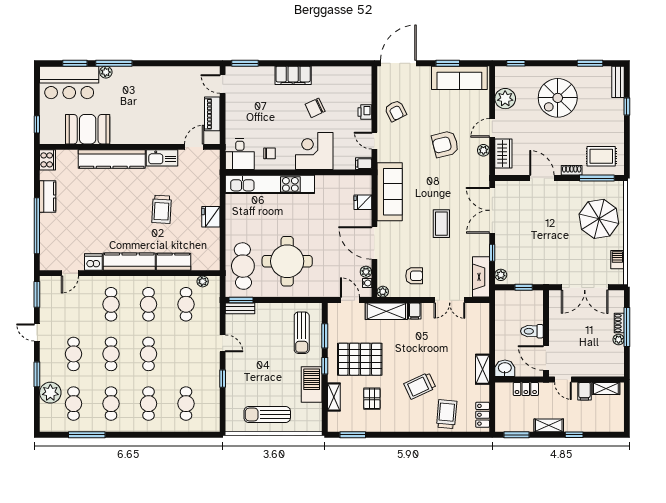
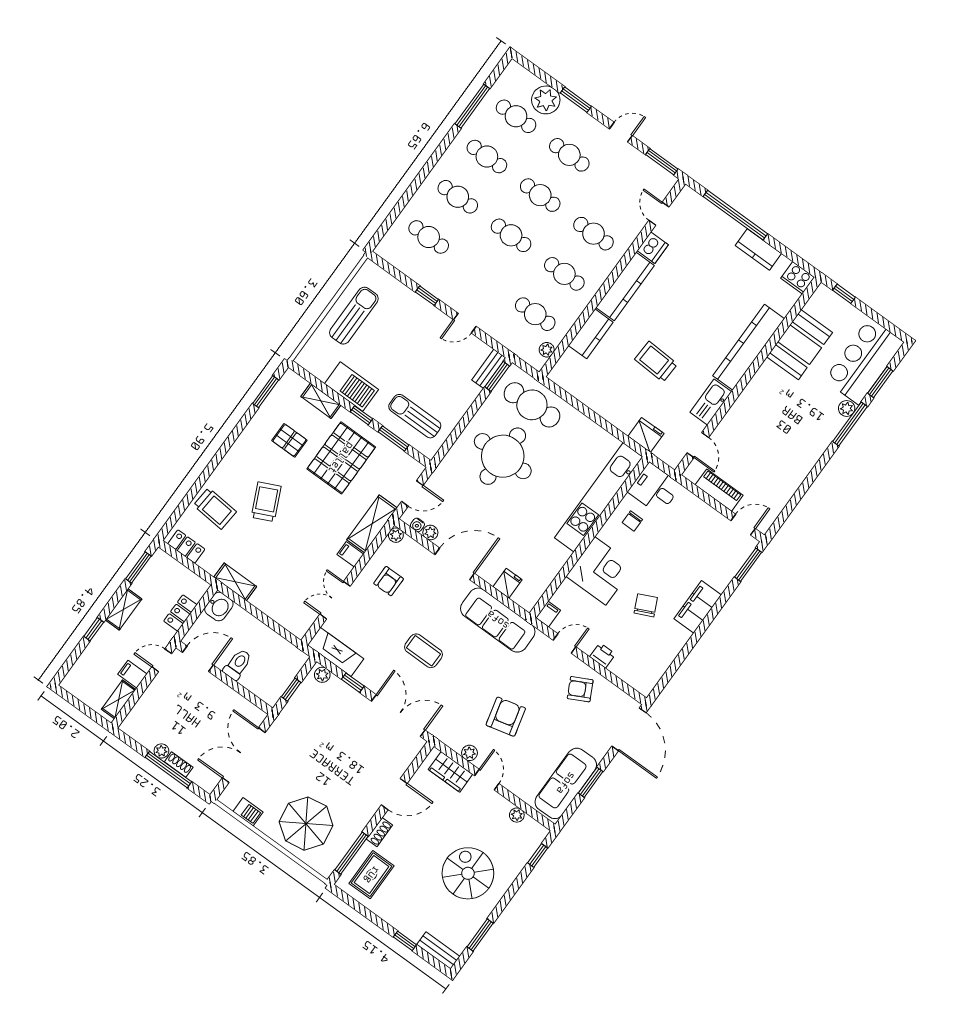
plant: (505, 99) -> (517, 815), width x0.53, depth x0.53
fridge: (211, 217) -> (646, 435), moved

